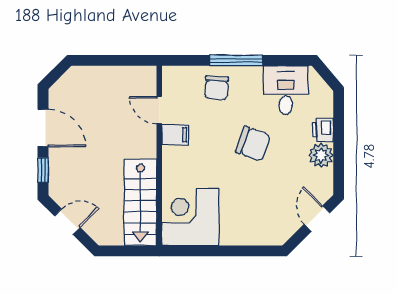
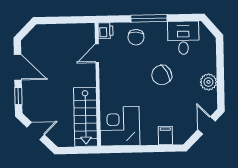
door: (159, 110) -> (97, 53), hinge flipped
printer: (323, 130) -> (106, 31), moved, turned 180
filing cabinet: (175, 135) -> (165, 136), moved, turned -90
chair: (253, 144) -> (162, 75), turned 132

